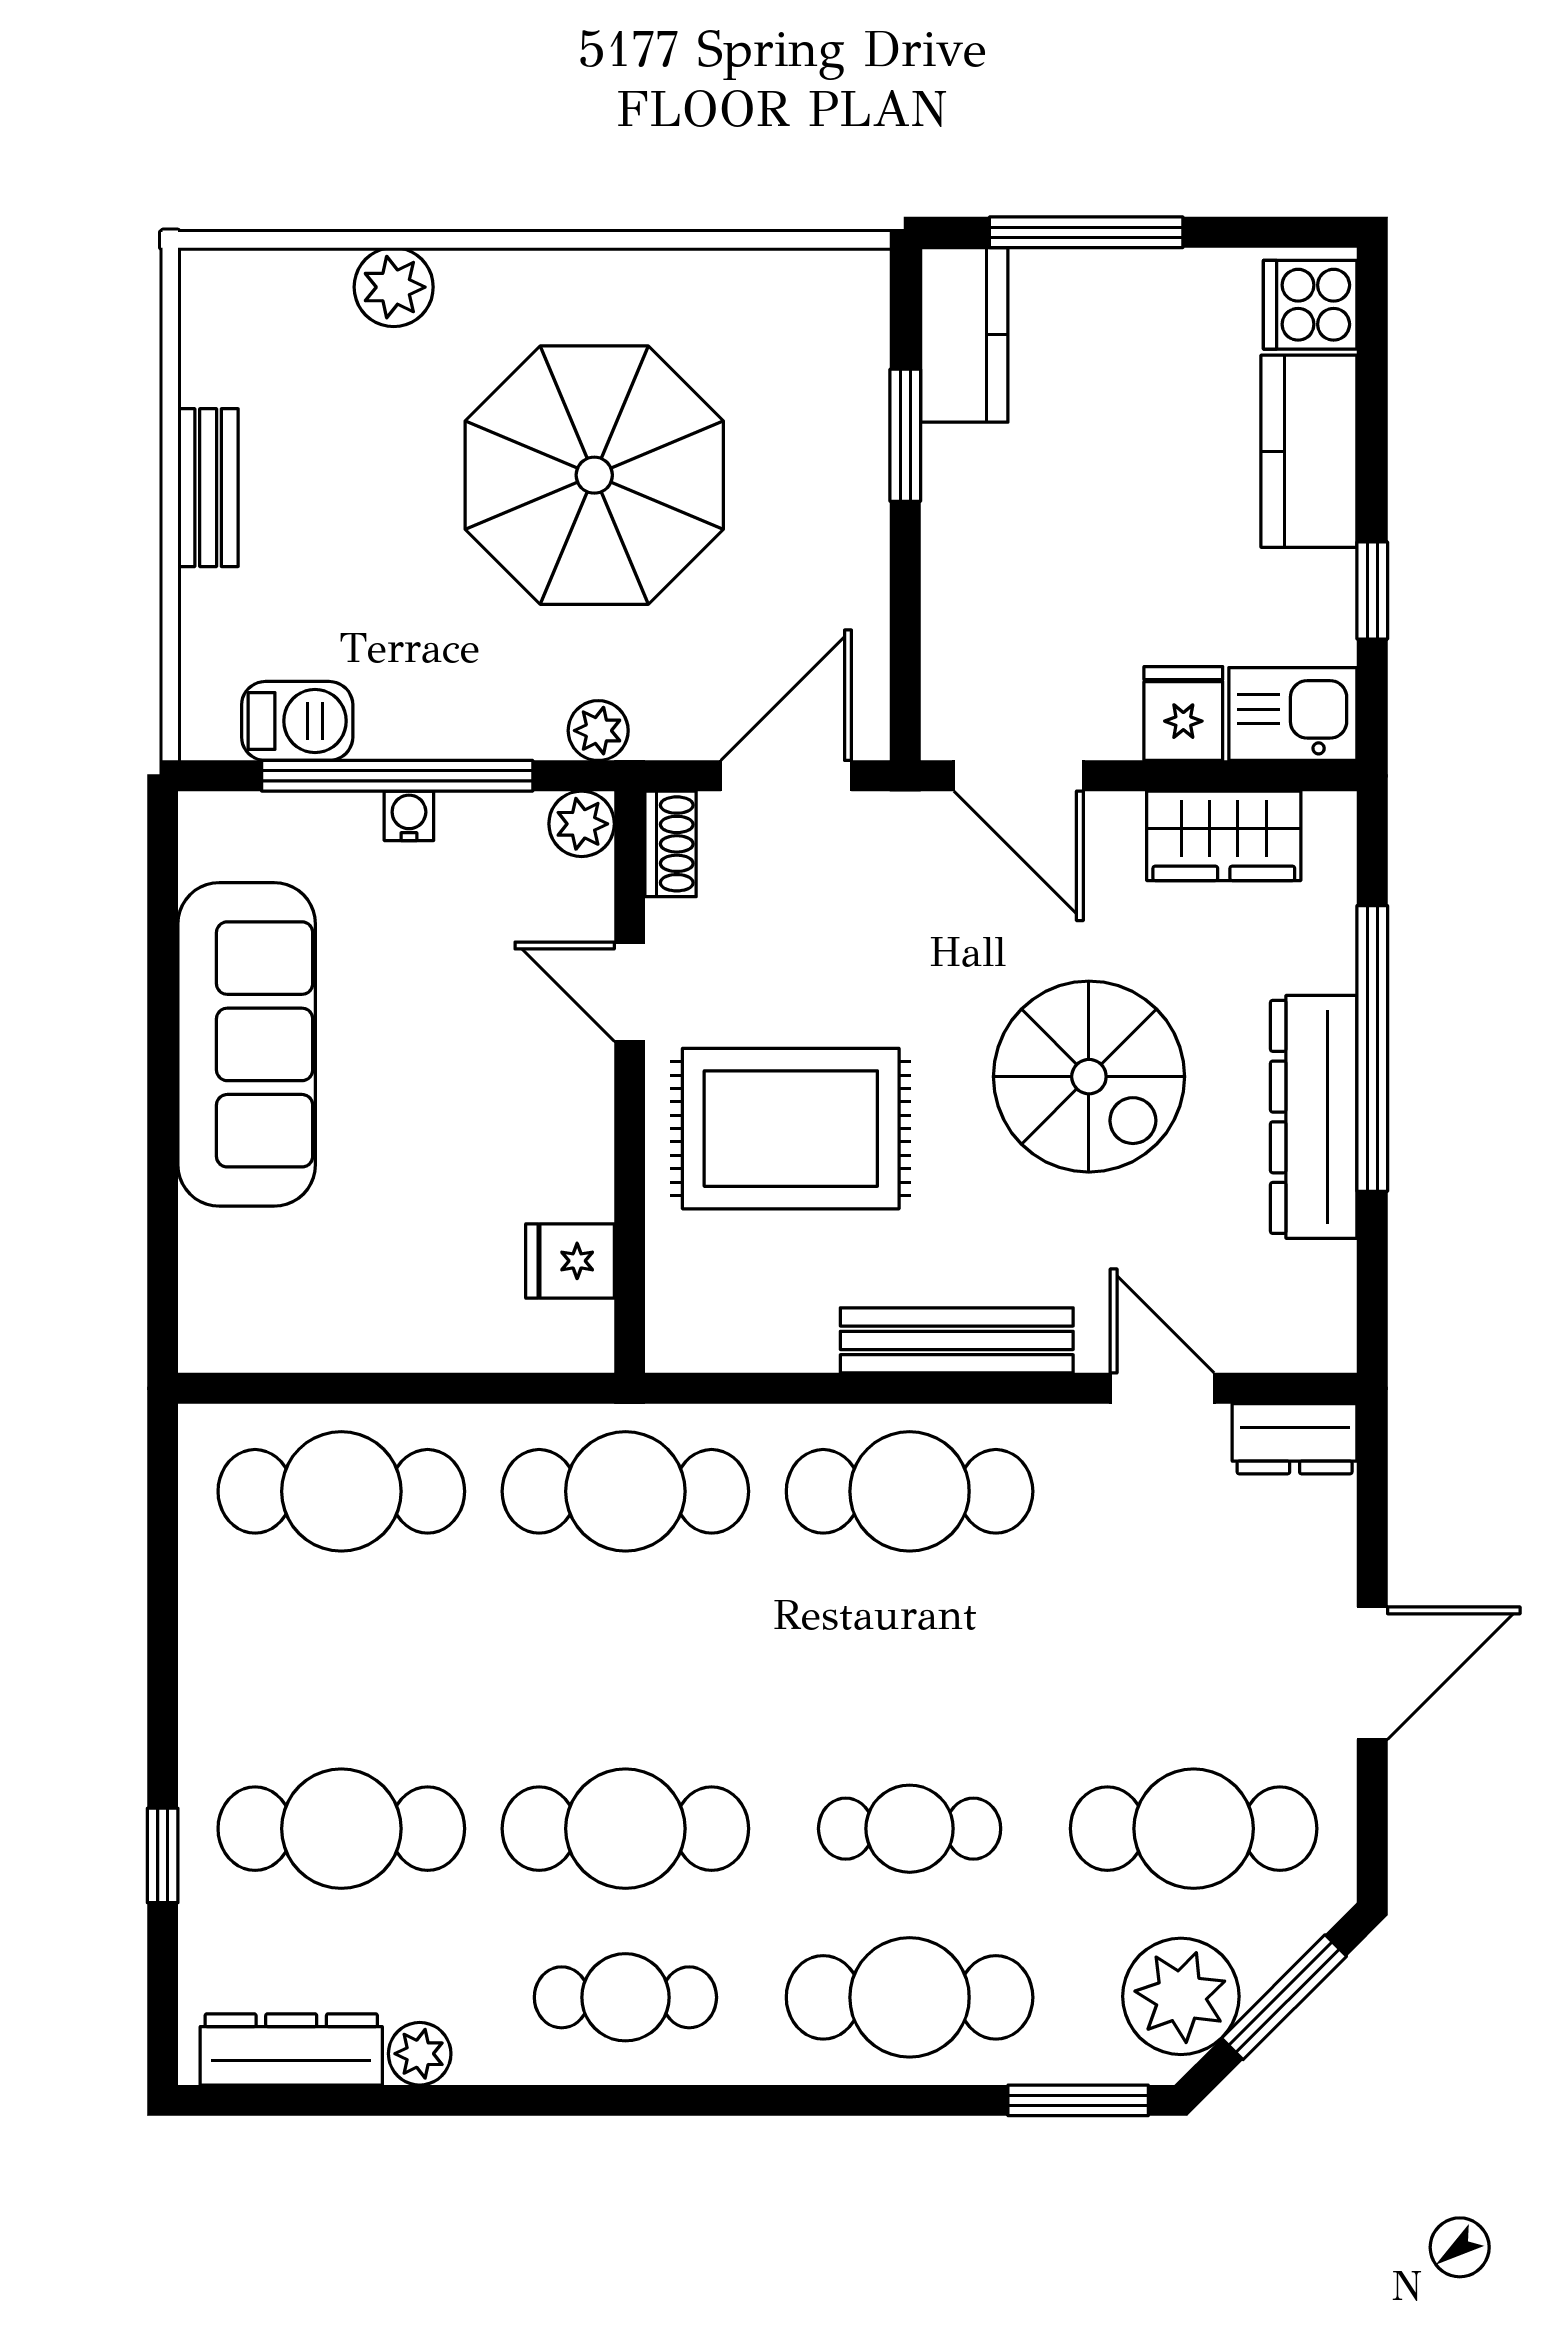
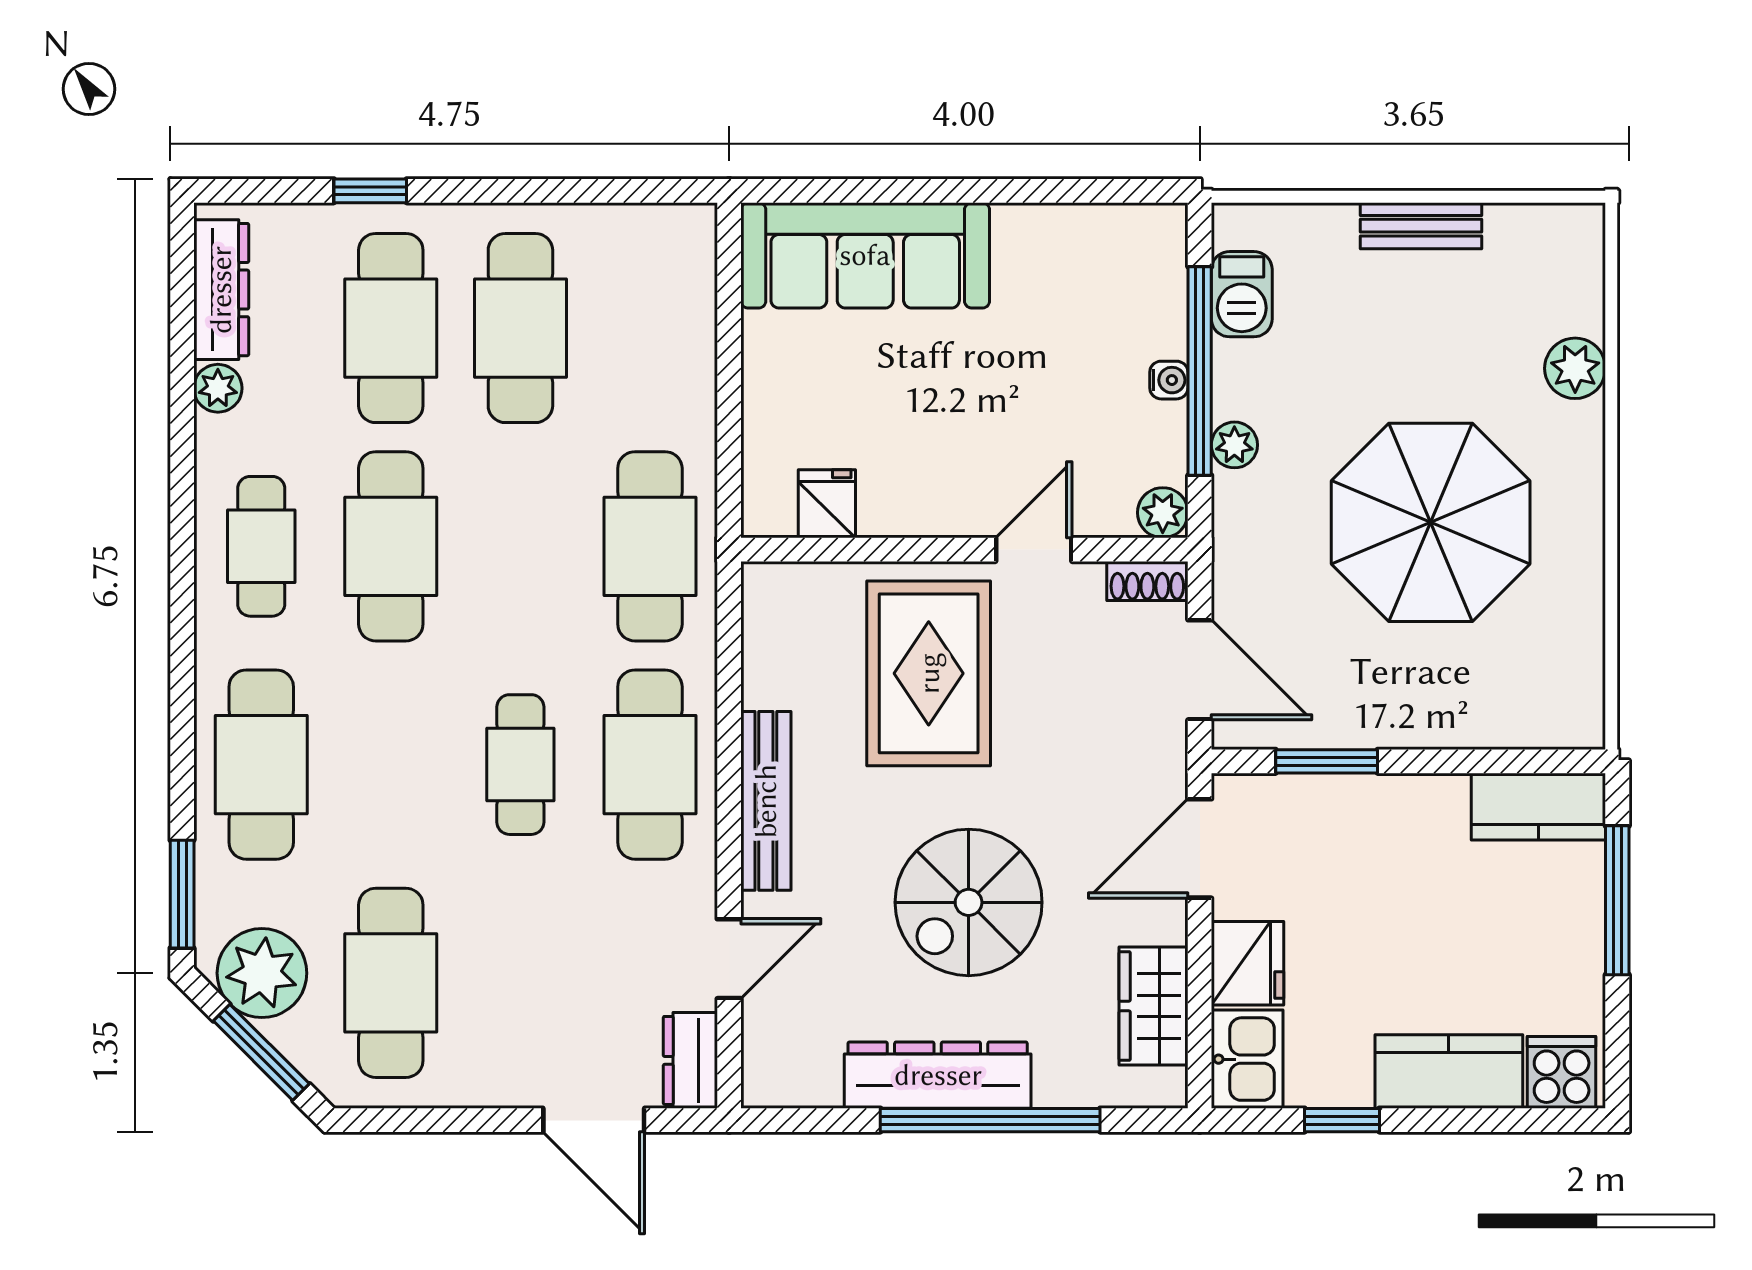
window: (905, 435) -> (1327, 761), moved
fridge: (1183, 714) -> (1247, 963), width x1.38
plant: (598, 731) -> (1234, 445), moved
sofa: (247, 1044) -> (865, 255), moved
cafe table: (341, 1491) -> (520, 328), moved
door: (1372, 1673) -> (594, 1120), moved
cafe table: (910, 1829) -> (520, 765), moved

